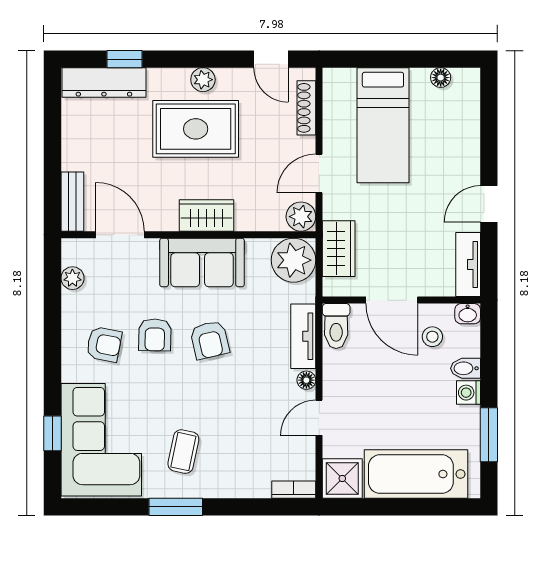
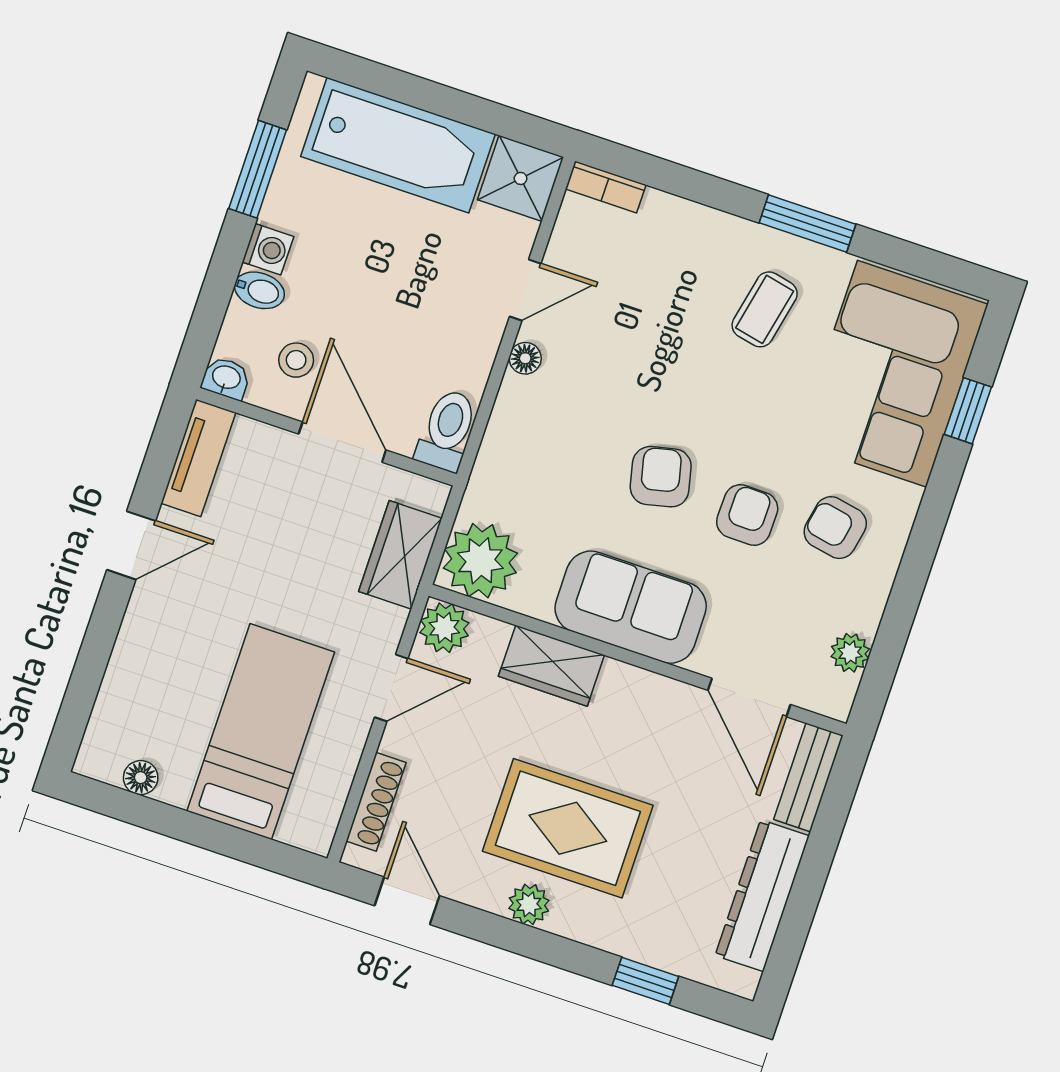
dresser: (104, 83) -> (762, 896), moved, turned -90
wardrobe: (206, 215) -> (551, 666), moved
tv unit: (303, 336) -> (506, 431), removed

